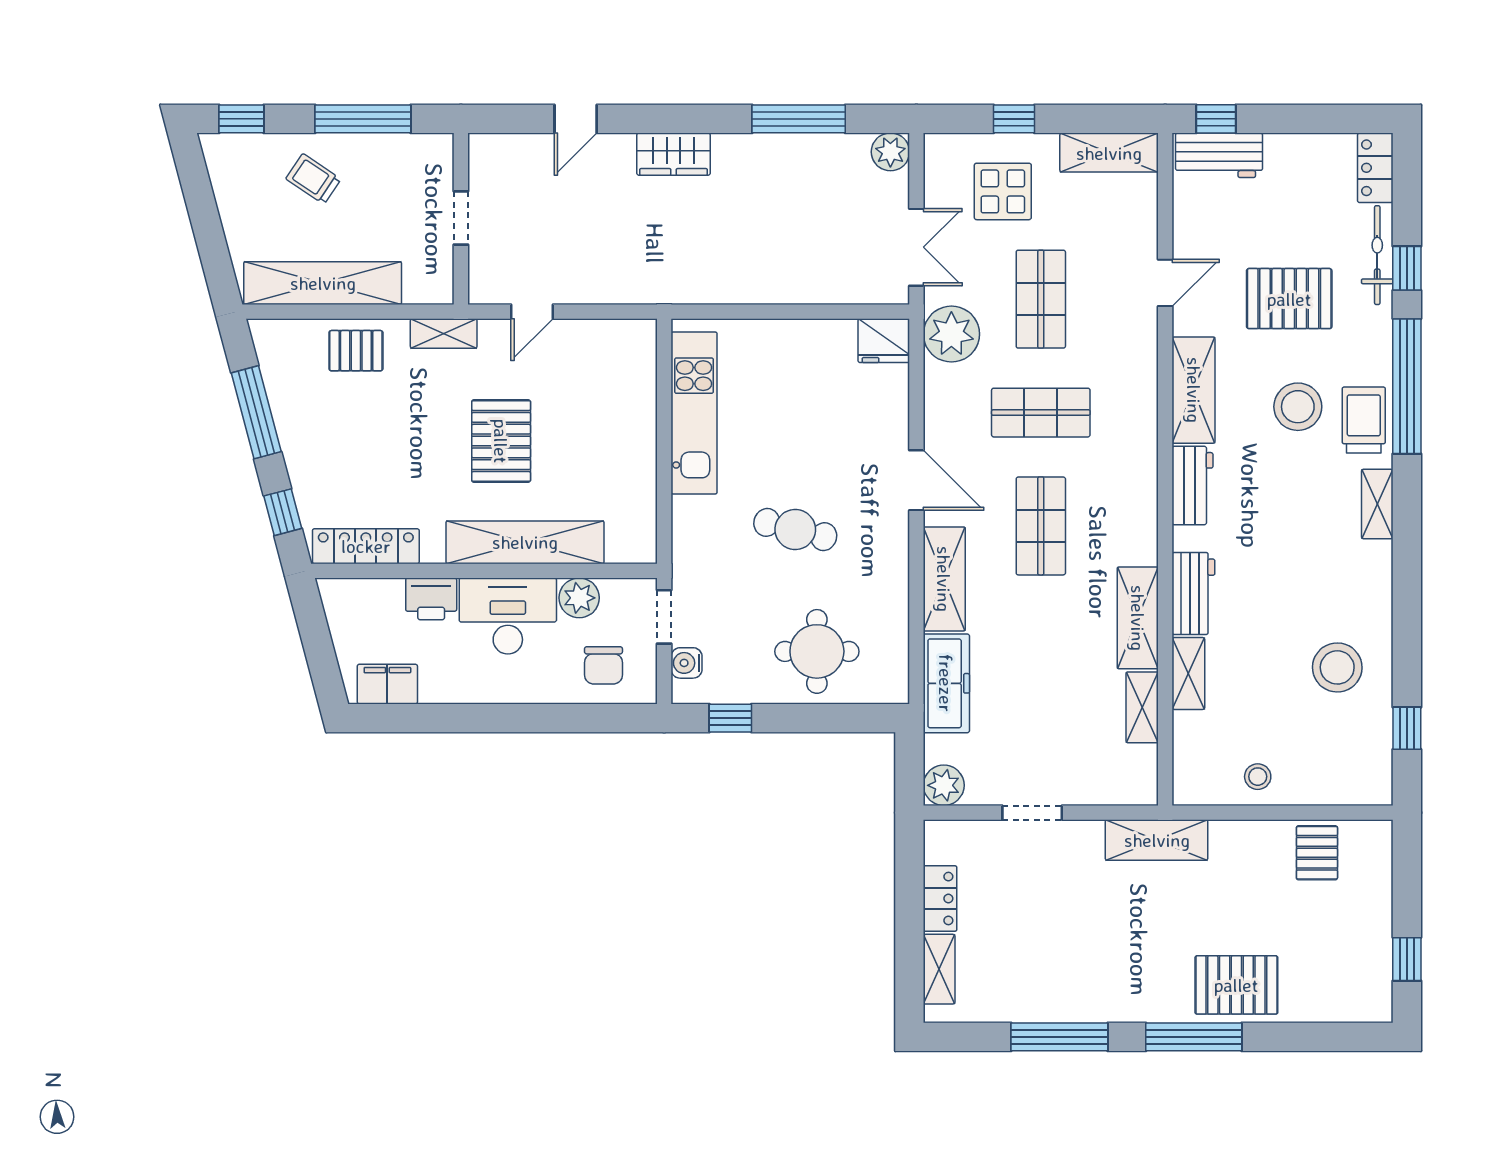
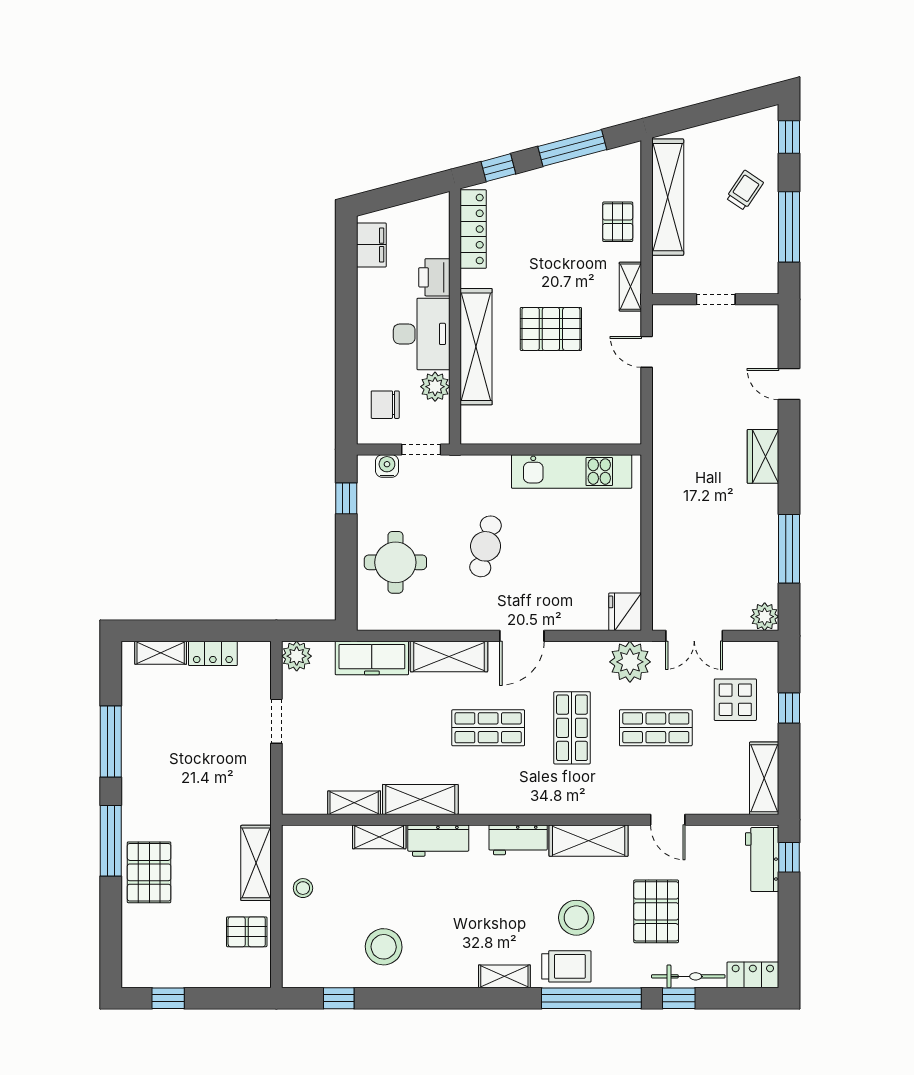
shelving: (1157, 840) -> (256, 863), moved

